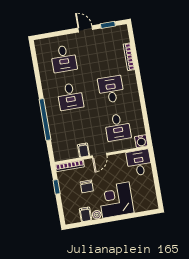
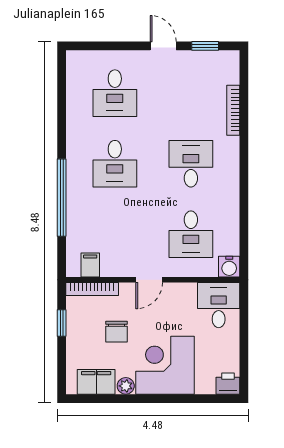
filing cabinet: (84, 150) -> (90, 265), moved
printer: (151, 204) -> (228, 384), added
filing cabinet: (86, 214) -> (96, 382), width x2.00

